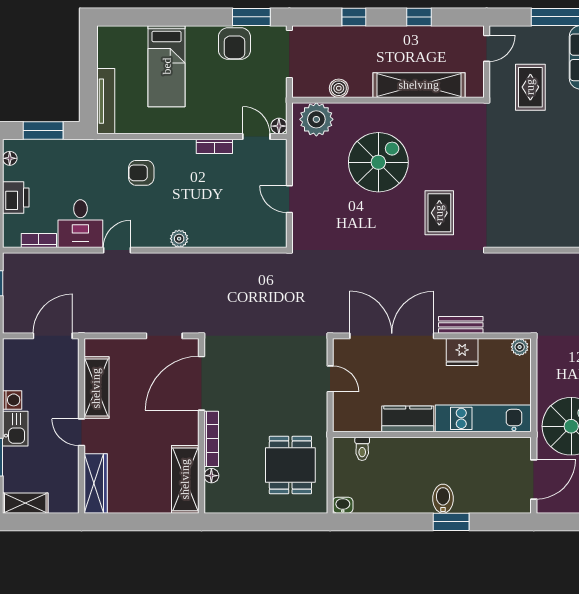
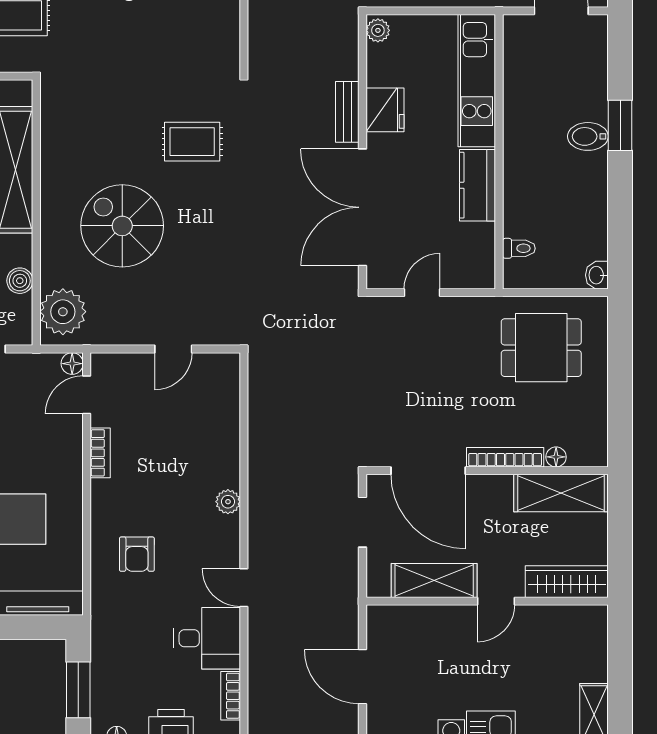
shelving: (96, 388) -> (434, 580), moved
wall: (82, 426) -> (487, 601), moved
door: (82, 432) -> (496, 601), moved
wardrobe: (96, 483) -> (567, 582), moved

